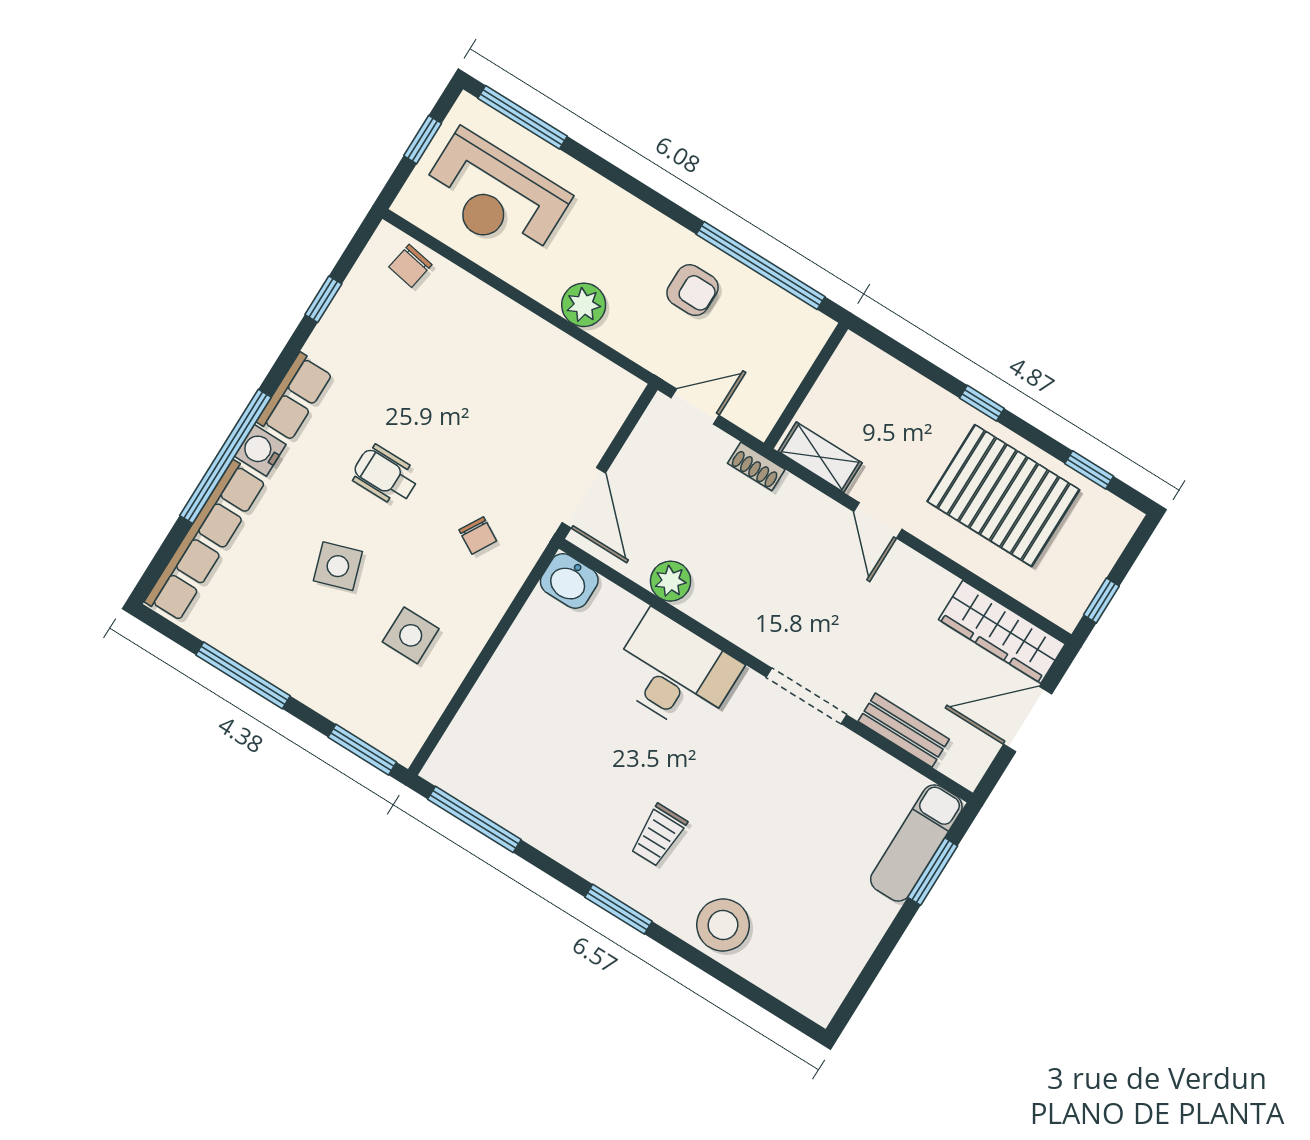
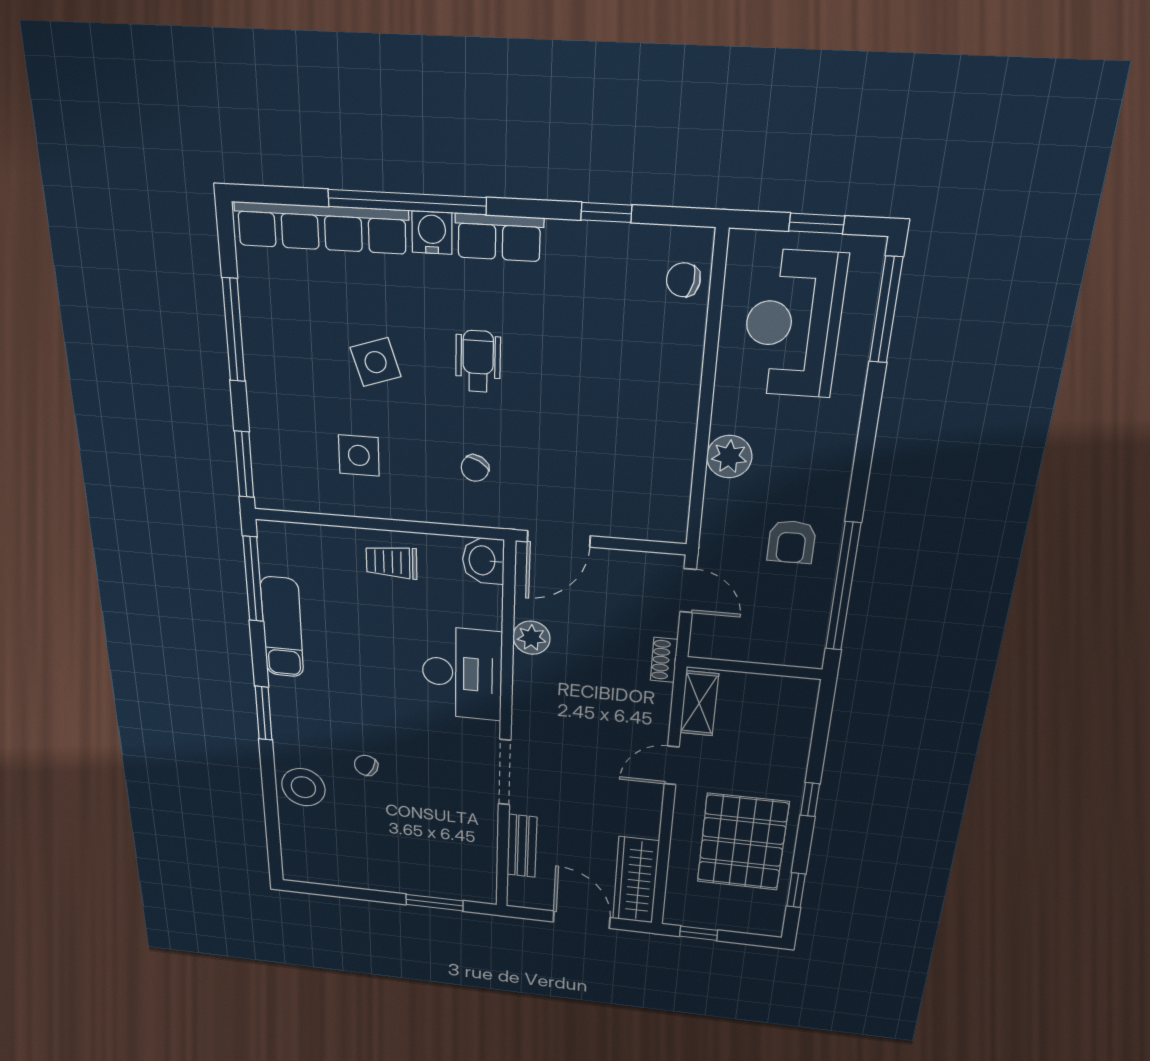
trolley: (659, 835) -> (392, 562), moved
chair: (730, 839) -> (366, 765), added
exam couch: (916, 843) -> (282, 627), moved, turned 90

